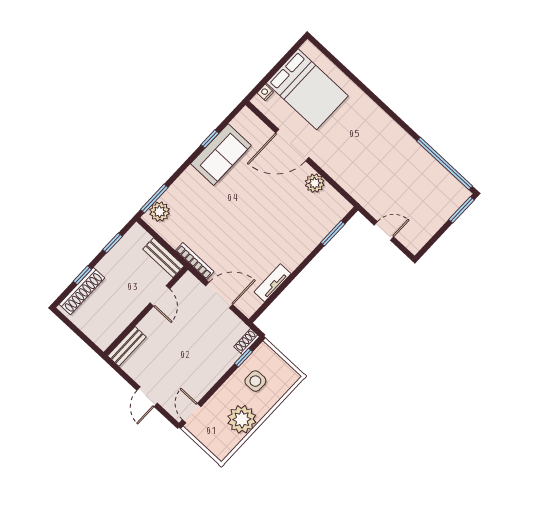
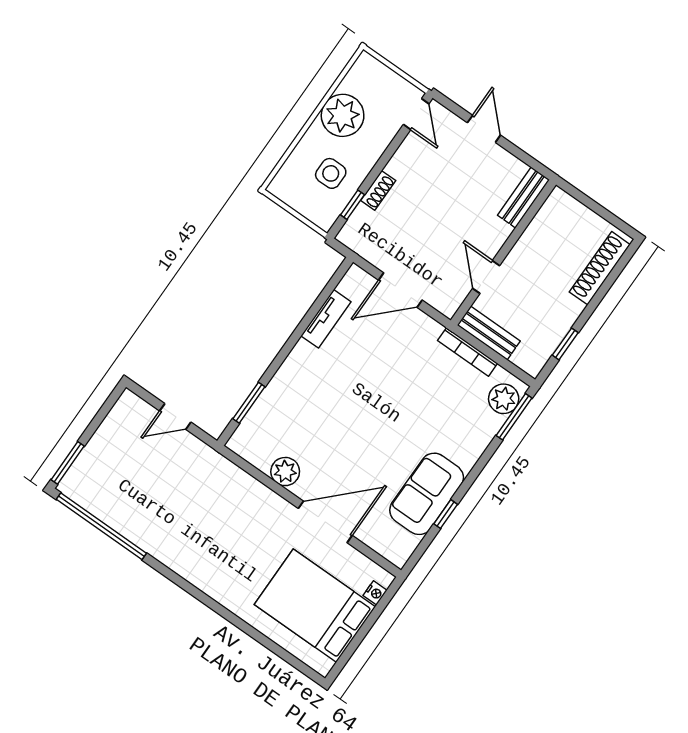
bookcase: (195, 261) -> (468, 352), moved
window: (82, 275) -> (602, 291), removed
shoe rack: (247, 342) -> (378, 191), moved

